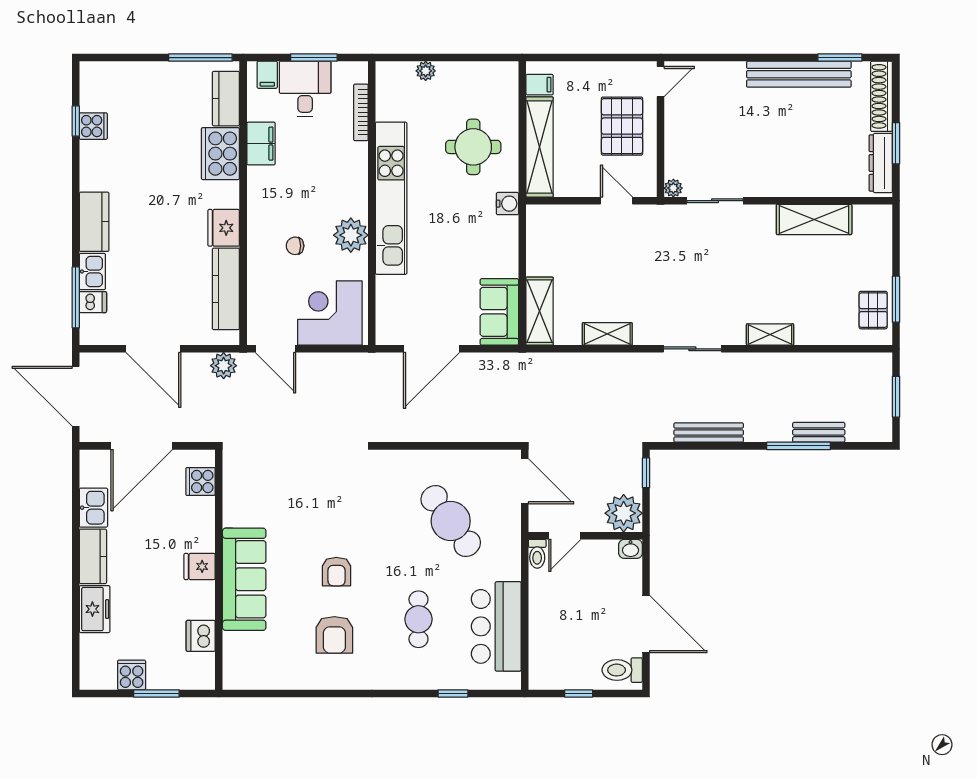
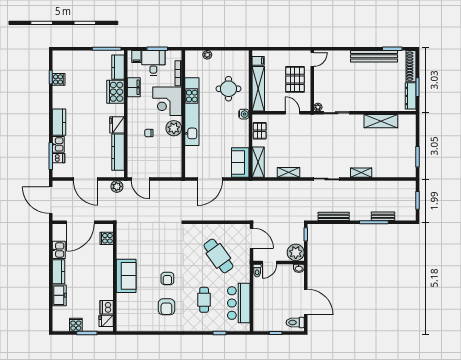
pallet: (873, 310) -> (260, 131), moved
corner desk: (330, 313) -> (167, 101), moved, turned -90
fridge: (200, 566) -> (106, 321), moved
sofa: (244, 579) -> (126, 276), width x0.73

